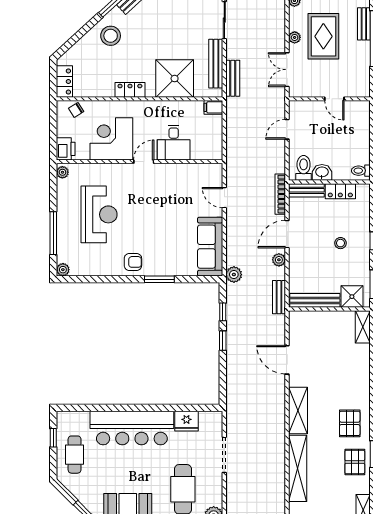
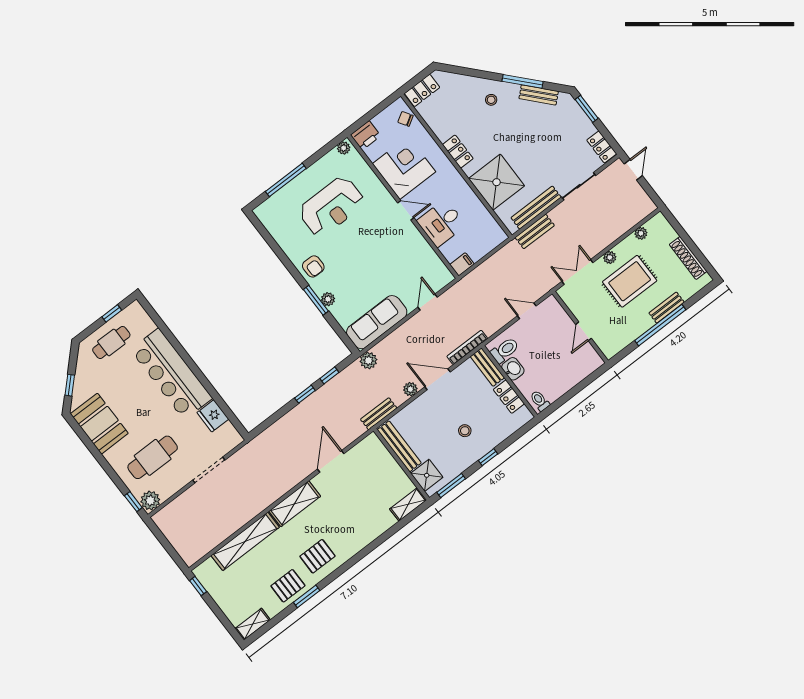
stool: (111, 36) -> (491, 100), width x0.53, depth x0.53
filing cabinet: (213, 107) -> (462, 264), moved, turned 90
plant: (63, 270) -> (328, 299), moved

